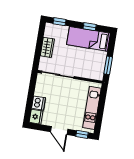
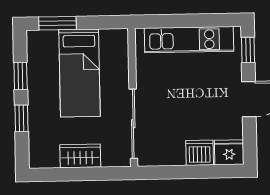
window: (60, 22) -> (21, 118), moved
bed: (88, 39) -> (79, 73), moved
window: (108, 65) -> (58, 23), moved

